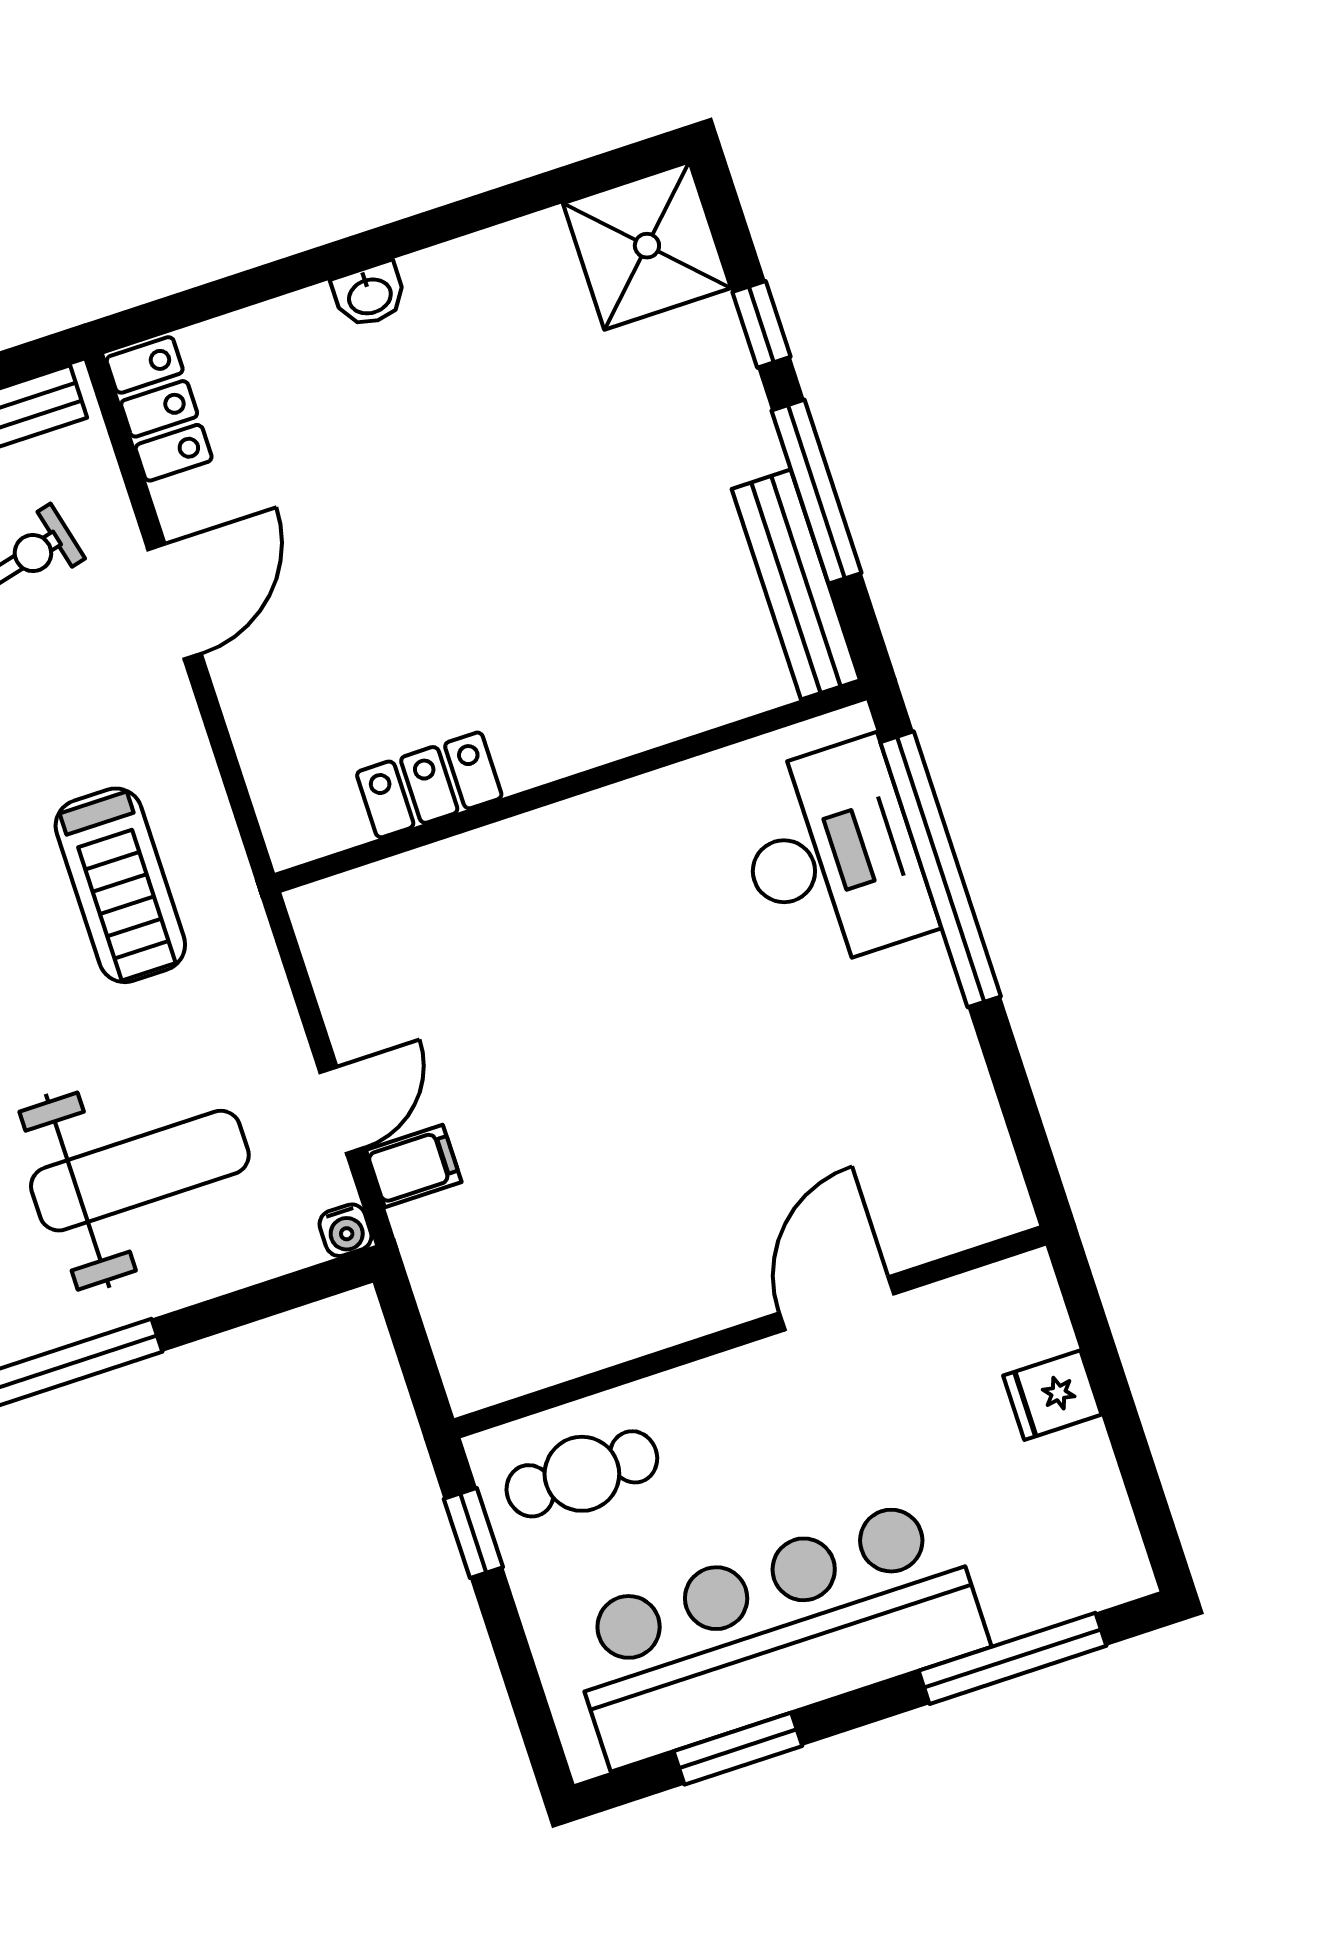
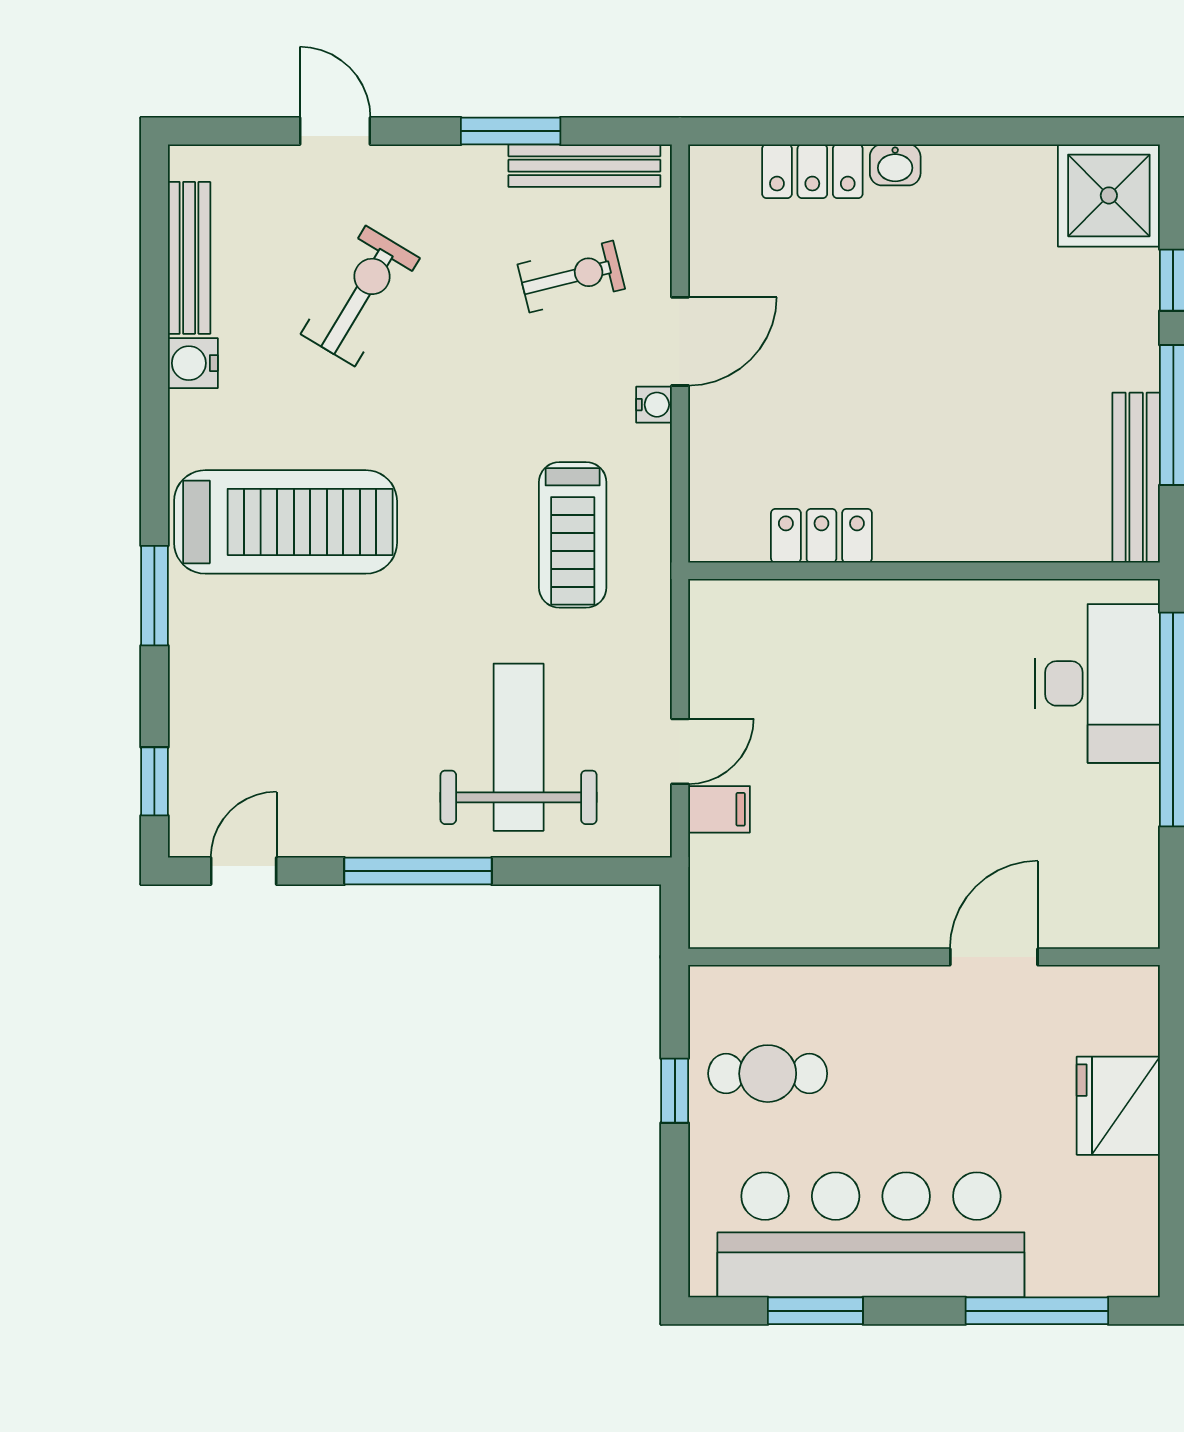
locker: (159, 409) -> (812, 171), moved, turned 90
weight bench: (140, 1171) -> (519, 747), turned -90
water cooler: (346, 1230) -> (654, 405), moved, turned -90
door: (837, 1303) -> (994, 957), moved
wall: (750, 1332) -> (924, 957), moved
fridge: (1052, 1395) -> (1118, 1106), width x1.88, depth x1.34

